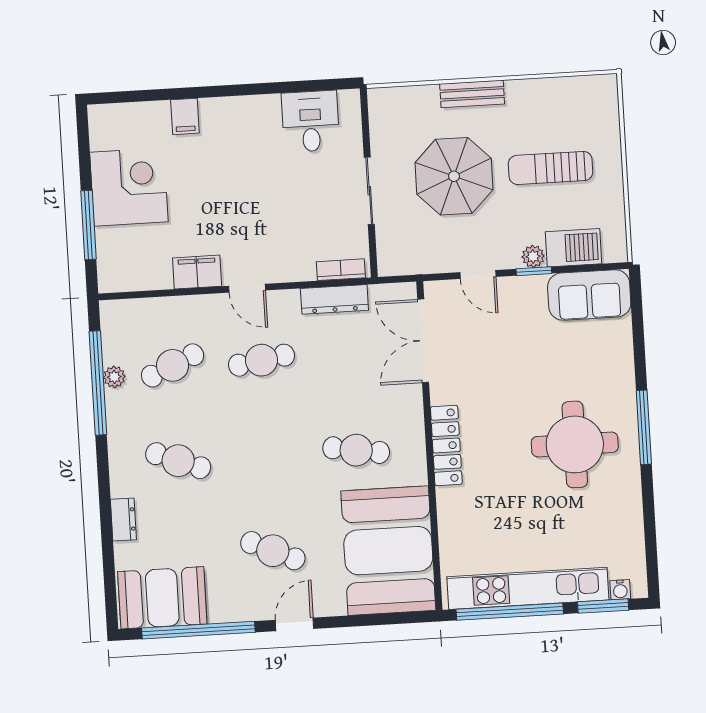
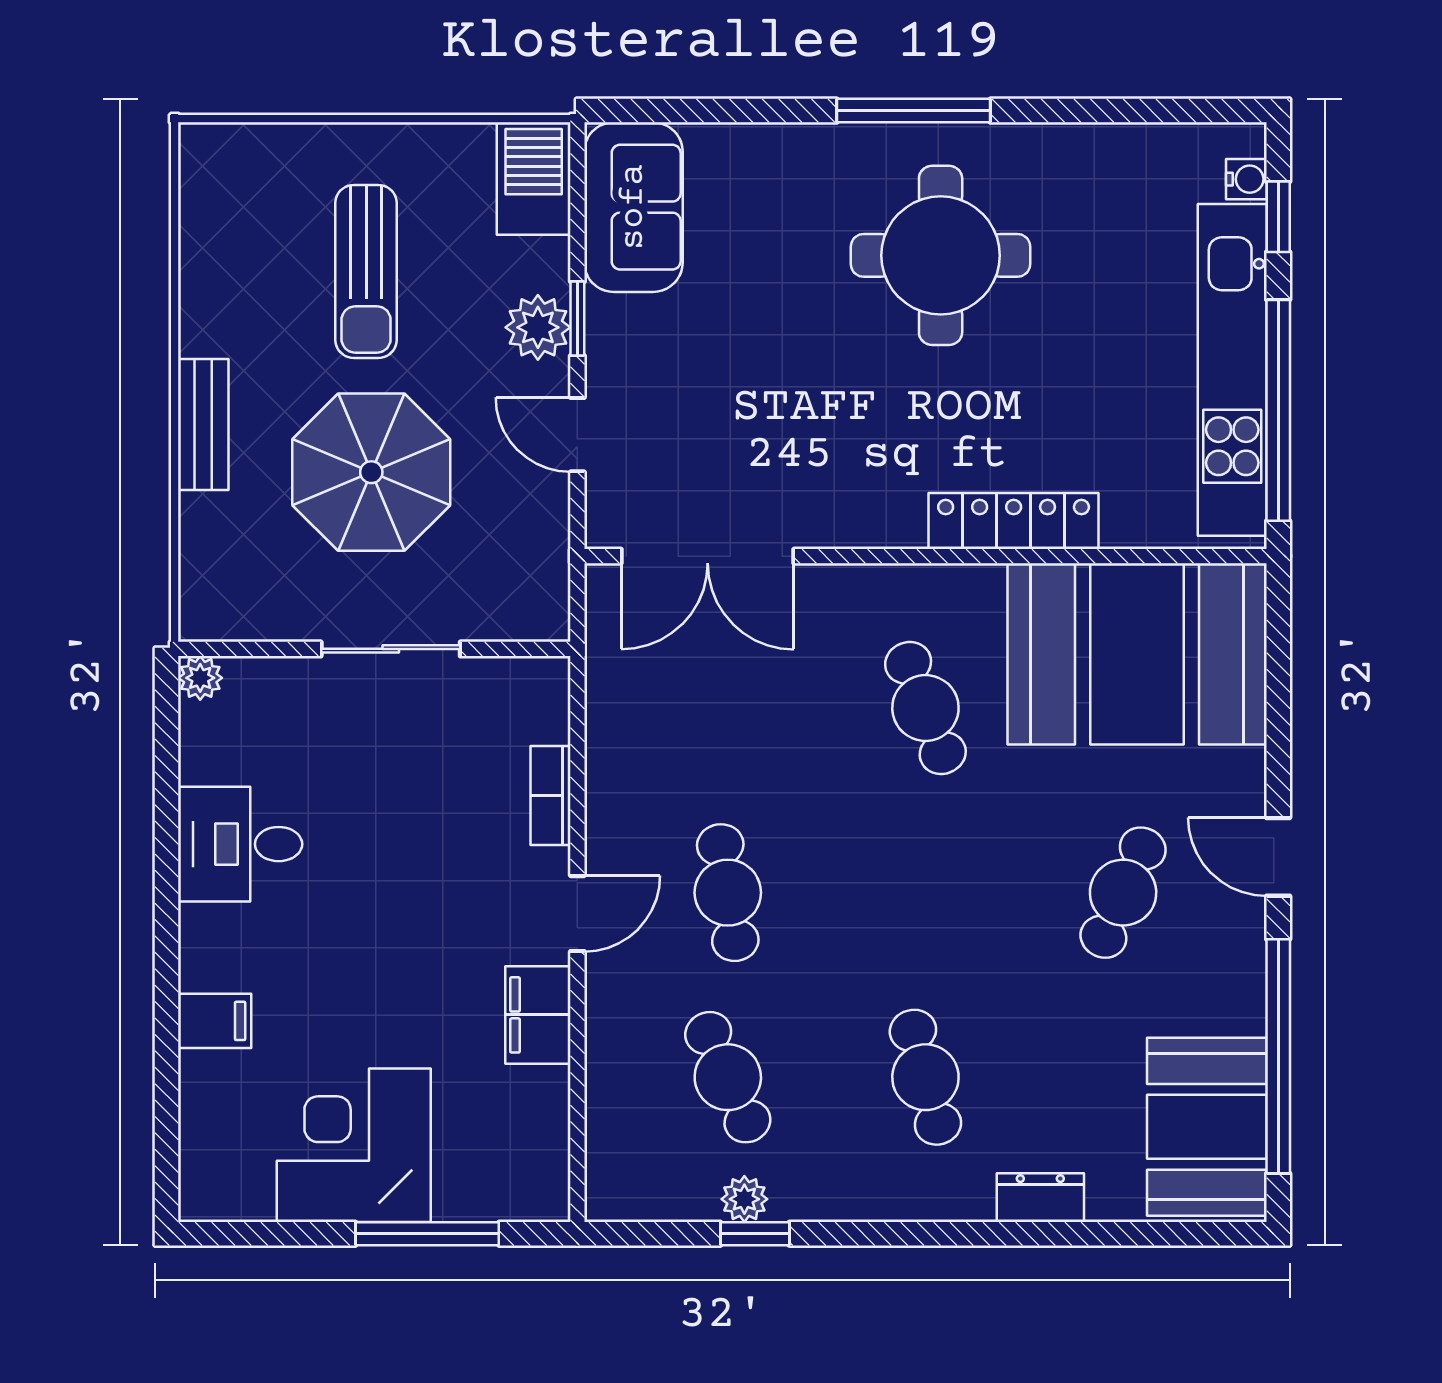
plant: (350, 100) -> (200, 678), added
desk: (310, 121) -> (240, 844), moved
barbecue: (573, 248) -> (534, 179), moved
plant: (533, 256) -> (538, 327), width x1.38, depth x1.38
bookcase: (341, 270) -> (551, 796), moved
door: (478, 274) -> (577, 435), swing flipped
dresser: (334, 299) -> (611, 734), removed
window: (98, 383) -> (755, 1234), width x0.32
locker: (446, 446) -> (1014, 521), moved
cafe table: (356, 450) -> (925, 708), turned -30
cafe table: (178, 461) -> (925, 1077), turned -36
window: (603, 606) -> (1278, 217), width x0.67

